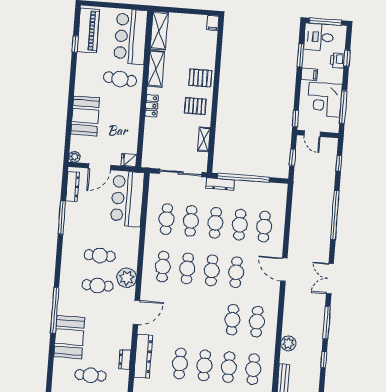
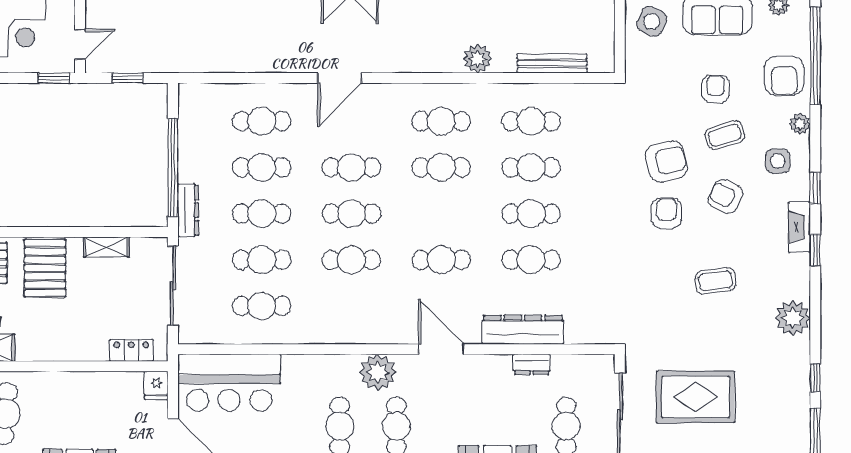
locker: (152, 106) -> (131, 350), moved
pallet: (195, 106) -> (45, 268), width x1.50, depth x1.42
cafe table: (163, 267) -> (441, 260), moved

